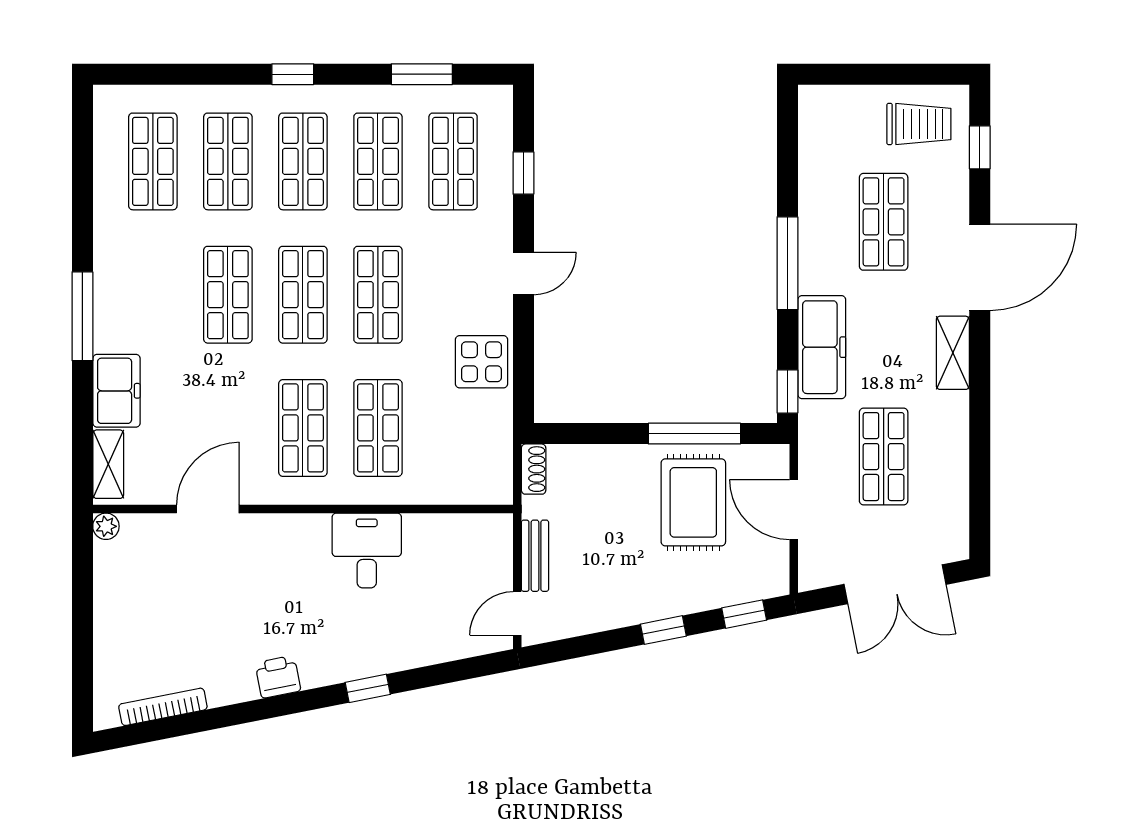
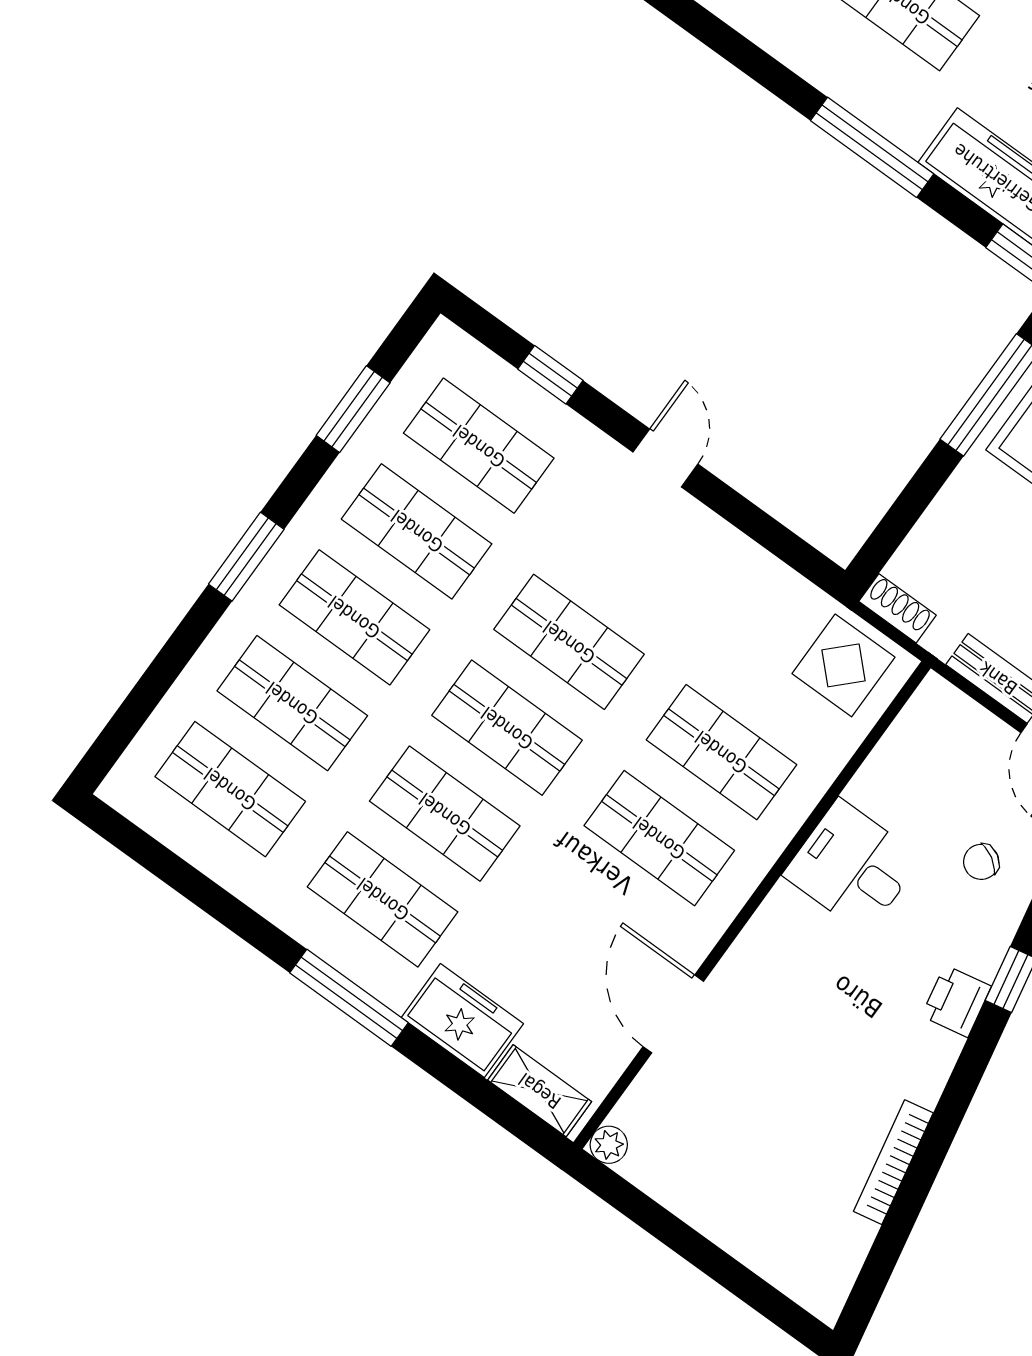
window: (293, 74) -> (246, 557), width x1.50
shop shelf: (153, 295) -> (383, 899), added
display table: (482, 362) -> (843, 665), moved
chair: (423, 622) -> (981, 862), added
printer: (278, 677) -> (956, 1001), moved
bookcase: (163, 707) -> (893, 1162), moved

